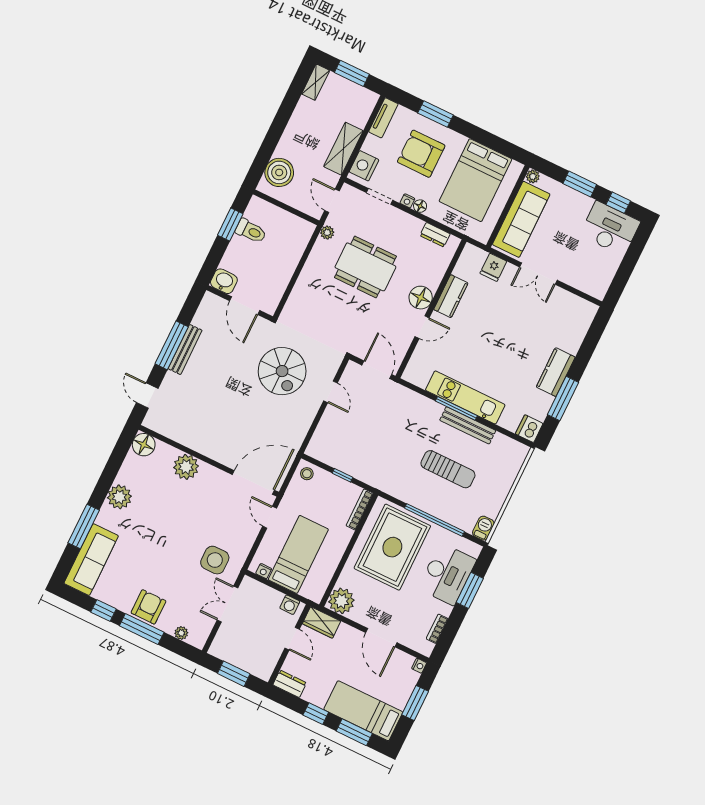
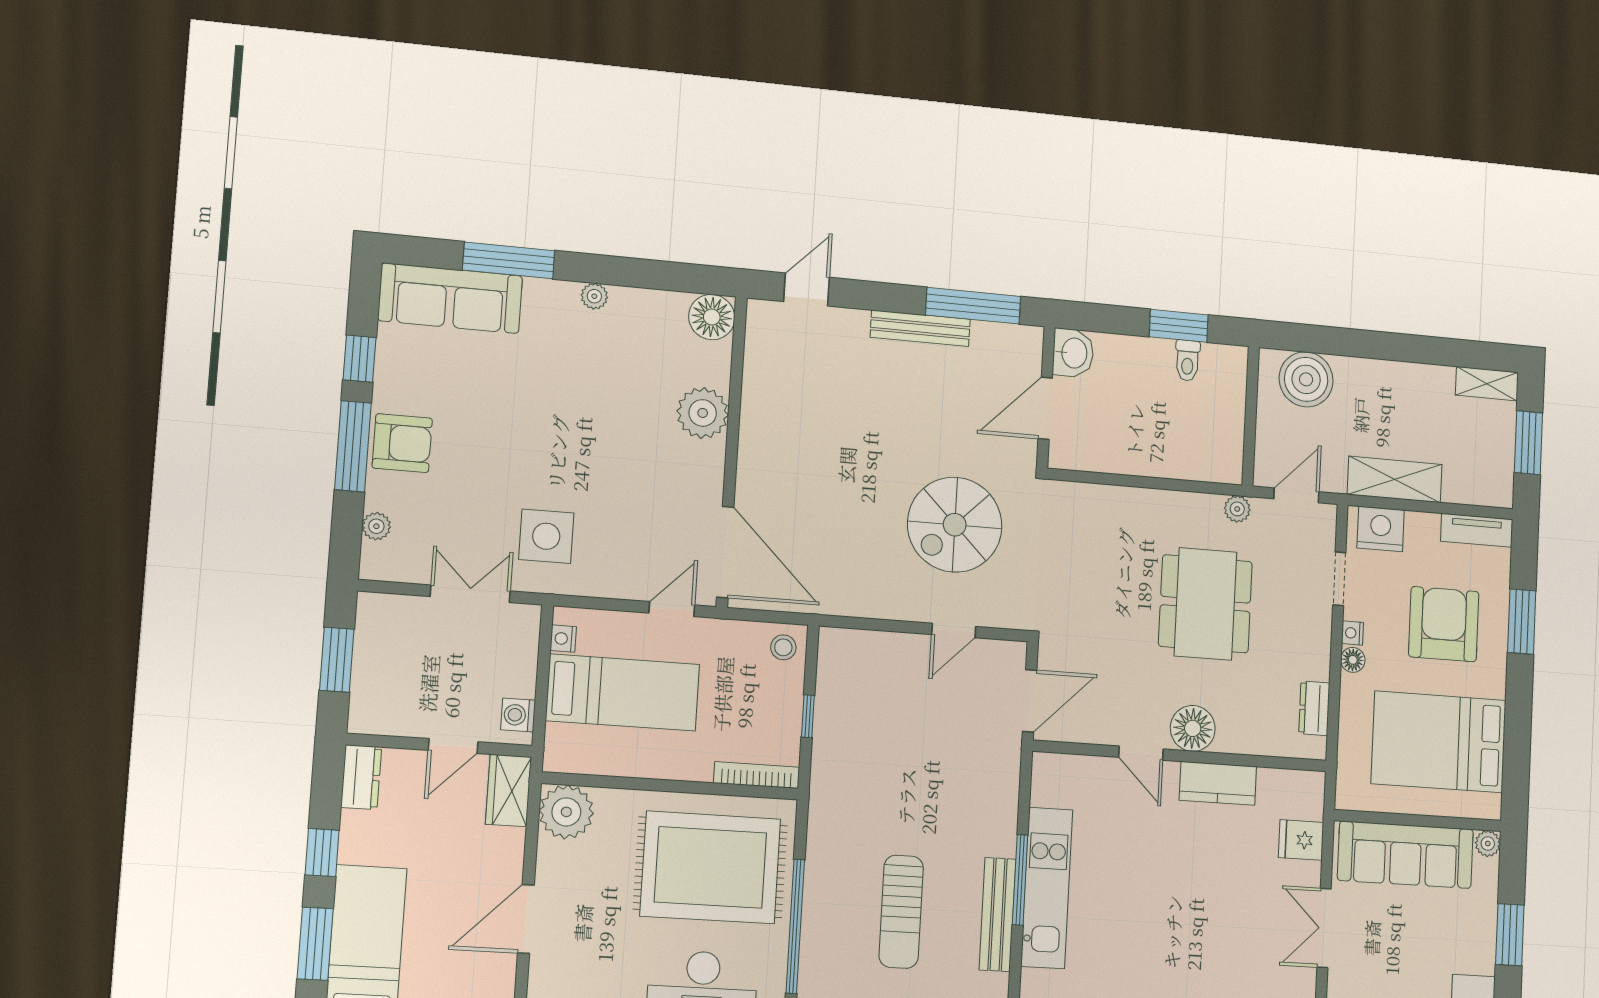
toilet: (251, 231) -> (1187, 361), width x0.73, depth x0.72
window: (172, 345) -> (973, 306), moved
plant: (119, 497) -> (594, 296), width x0.53, depth x0.53

